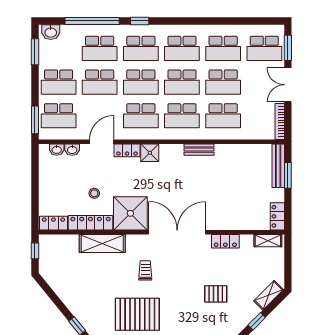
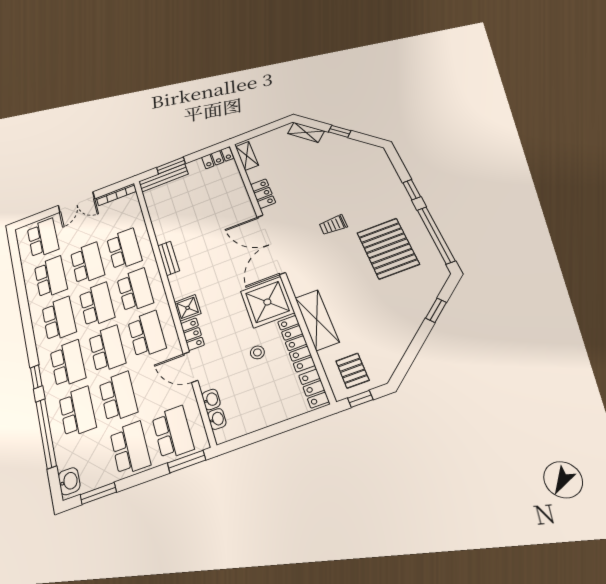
window: (288, 48) -> (38, 217), removed
trolley: (145, 270) -> (333, 225), moved
pallet: (216, 294) -> (352, 371), moved

